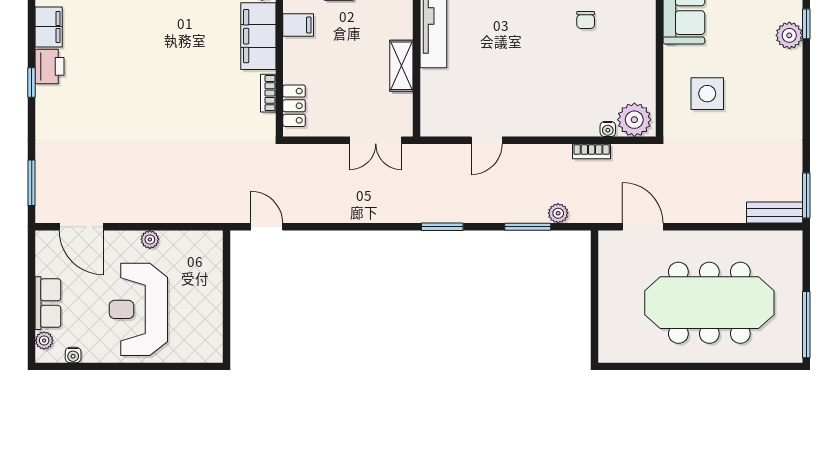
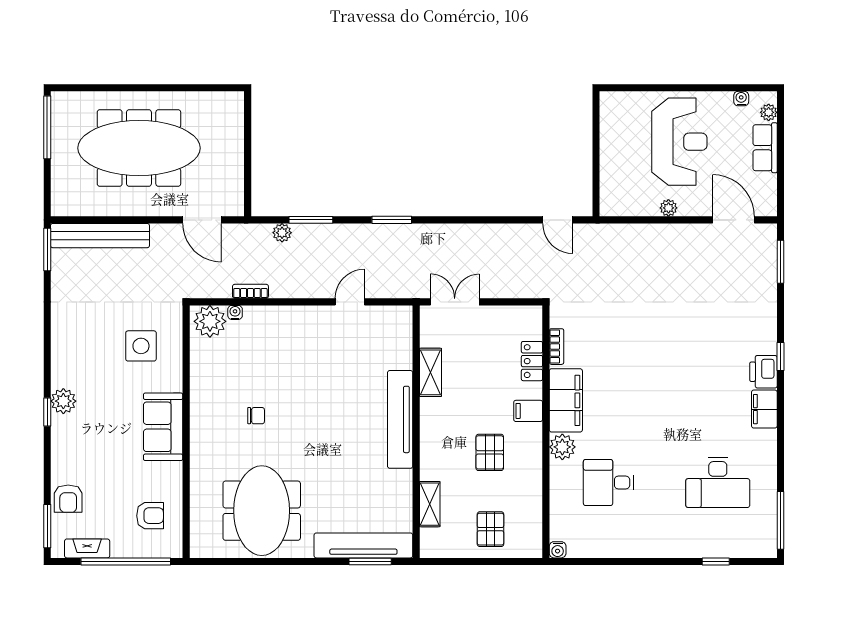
chair: (586, 20) -> (256, 416), turned 90
locker: (294, 106) -> (532, 361), moved
bench: (775, 213) -> (100, 236), width x1.86, depth x1.21

